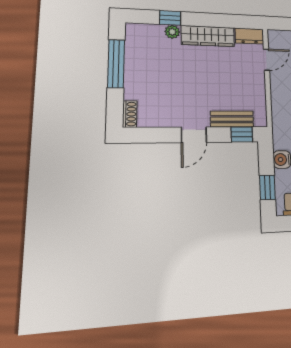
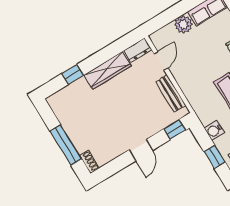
plant: (172, 32) -> (81, 84), removed
window: (116, 64) -> (66, 145), moved
bench: (232, 119) -> (171, 94), moved, turned 90

